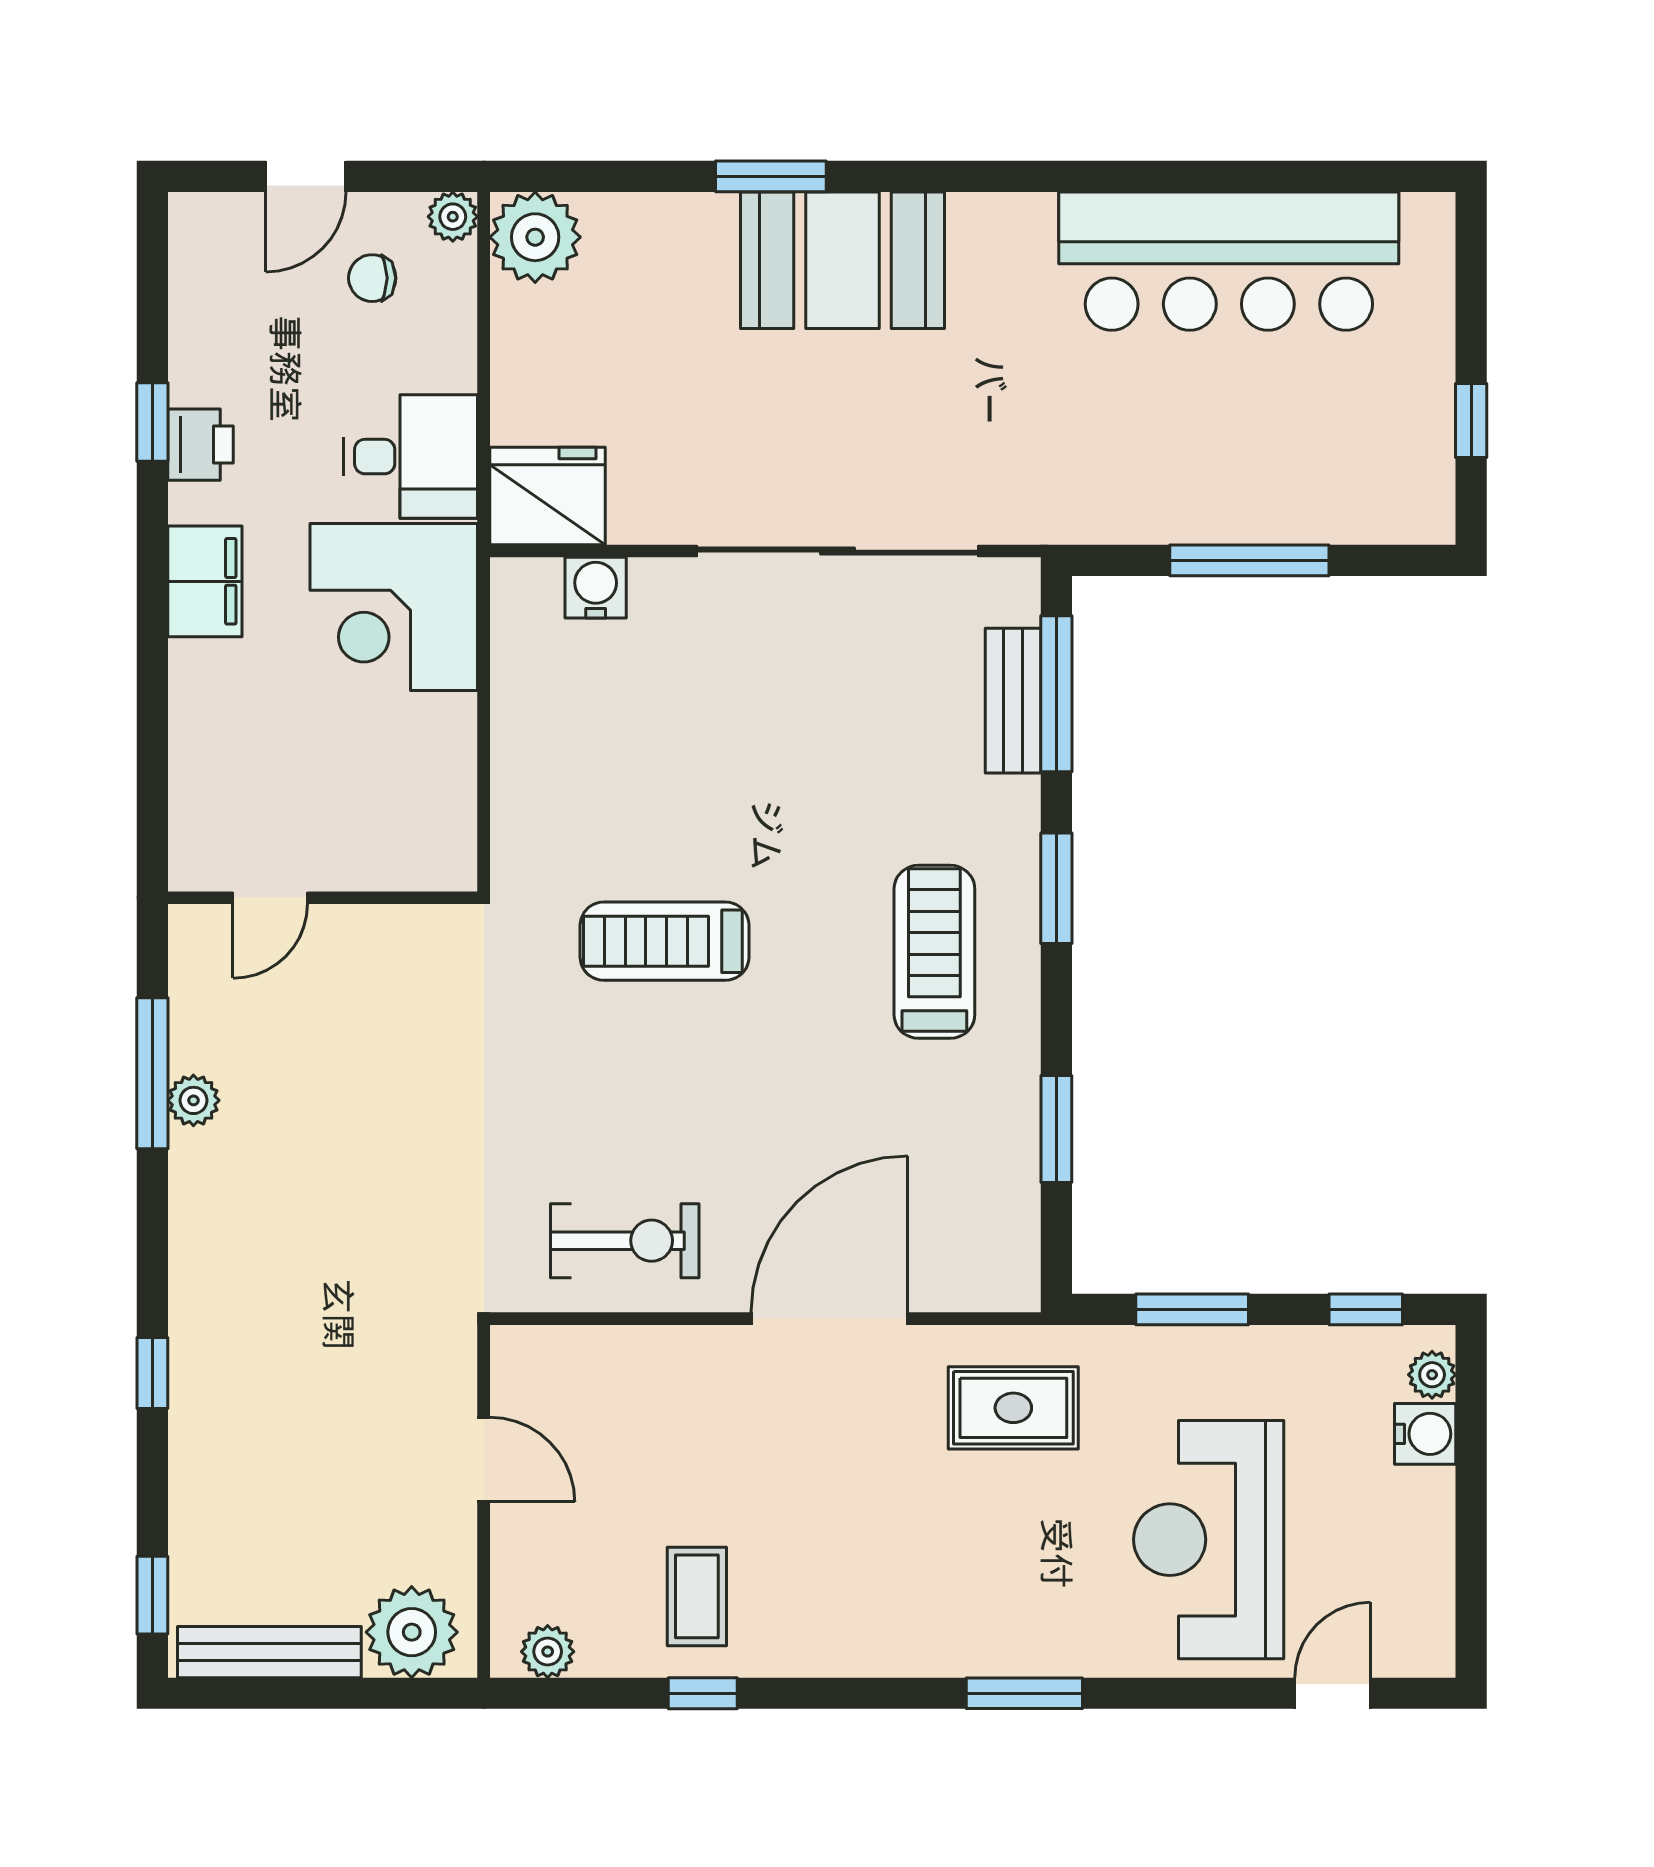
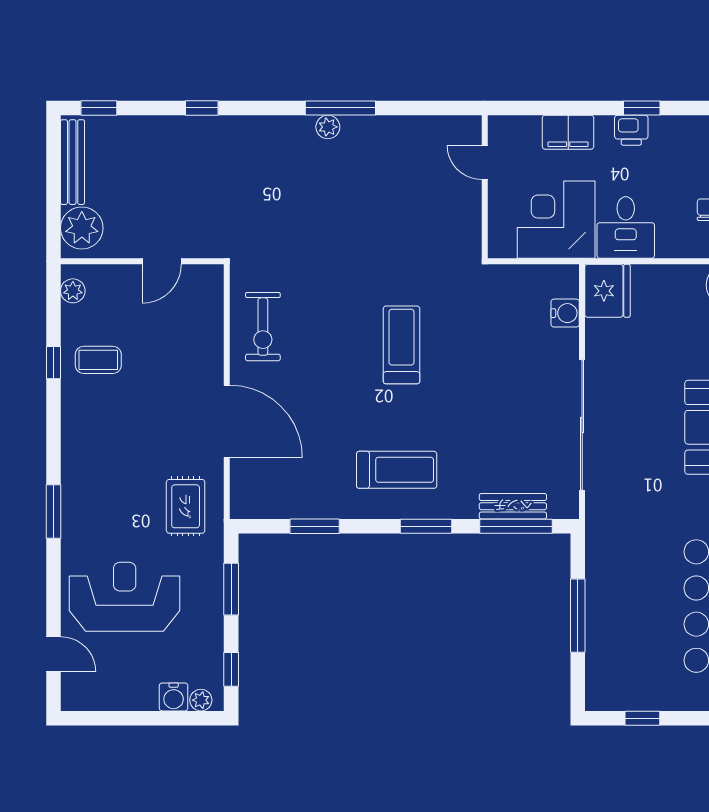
door: (270, 898) -> (485, 162), moved
wall: (323, 898) -> (485, 187), moved

